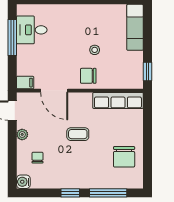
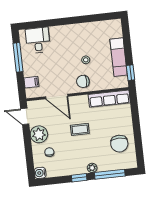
exam couch: (135, 27) -> (119, 57), moved
desk: (32, 30) -> (38, 40), moved, turned 90
filing cabinet: (25, 83) -> (31, 82), moved
plant: (22, 134) -> (39, 134), width x1.87, depth x1.87
plant: (88, 183) -> (92, 168), added

